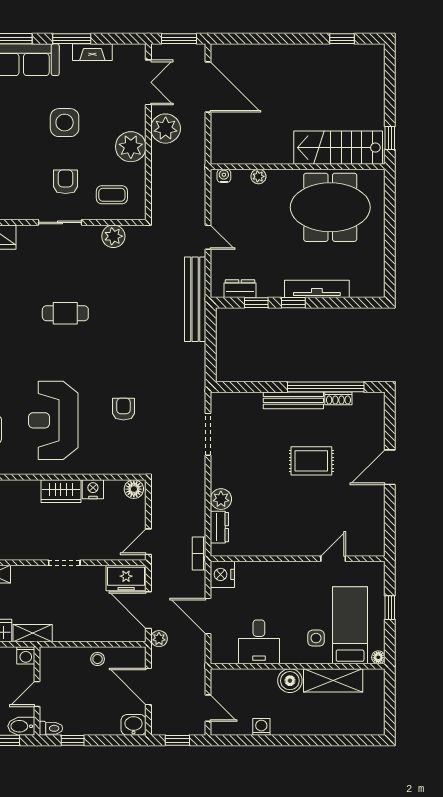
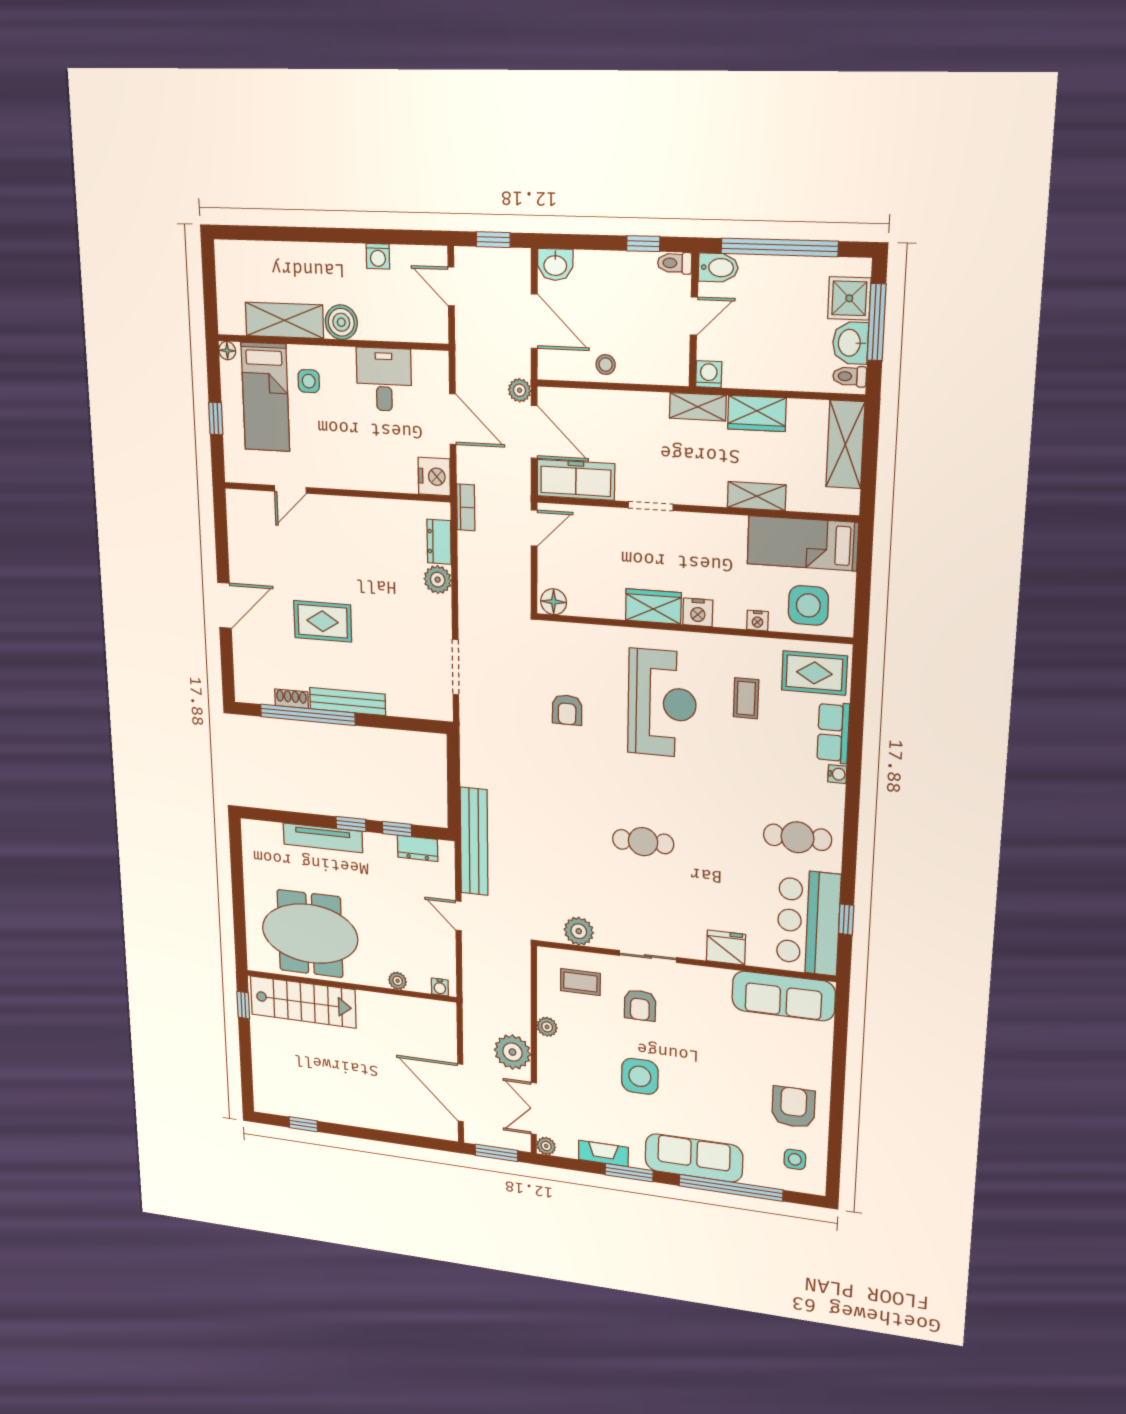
plant: (138, 51) -> (546, 1146), added
plant: (131, 147) -> (547, 1027), width x0.53, depth x0.53
nightstand: (93, 489) -> (698, 612), moved
freezer: (126, 578) -> (576, 480), width x1.40

